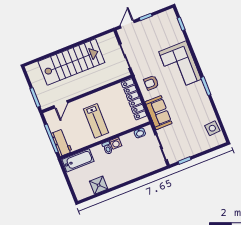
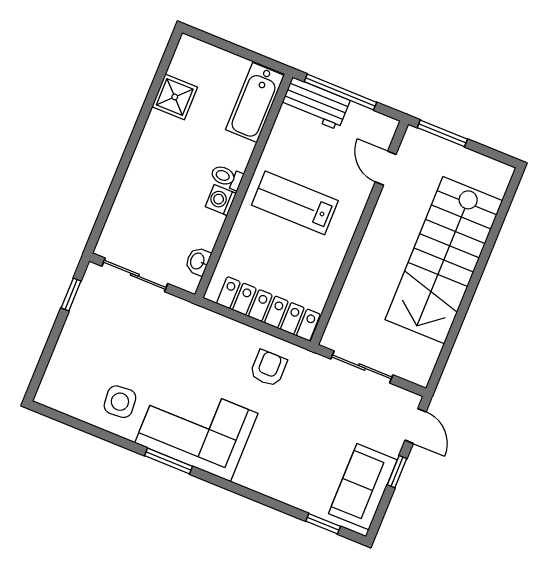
corner sofa: (180, 65) -> (196, 428), moved
sofa: (159, 113) -> (363, 487), moved, turned 90
side table: (212, 128) -> (120, 402), moved

